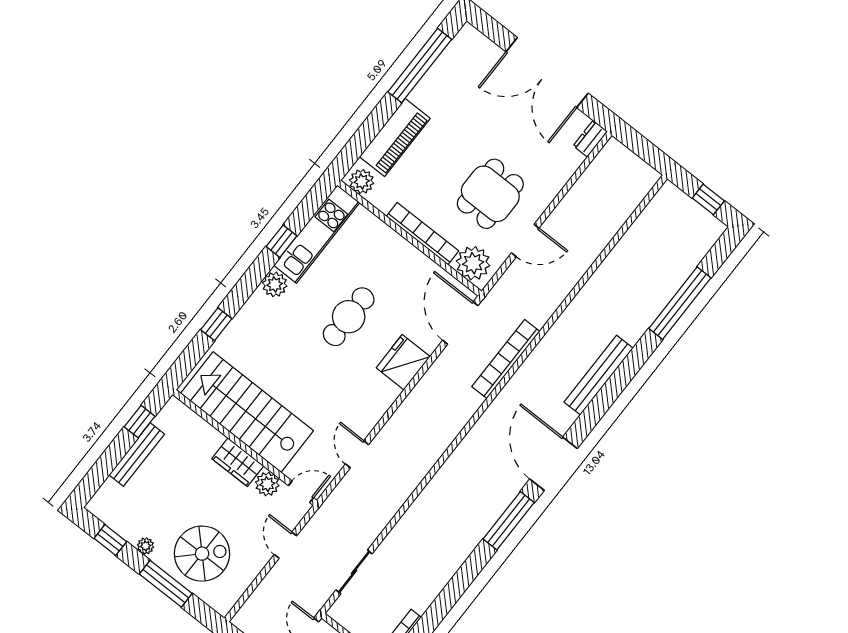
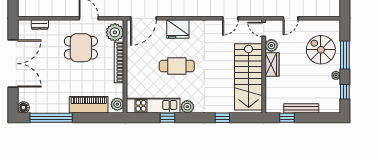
floor lamp: (468, 36) -> (23, 107), added
dresser: (590, 139) -> (40, 25), moved

